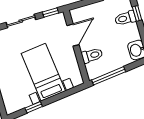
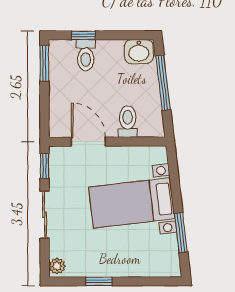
window: (109, 76) -> (163, 83), moved
window: (34, 107) -> (181, 233), width x1.50

